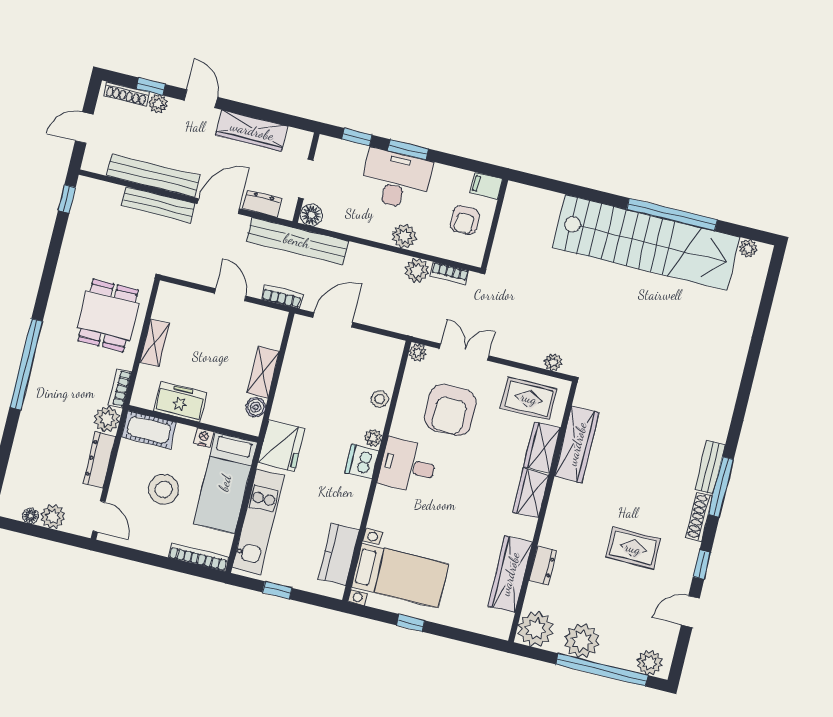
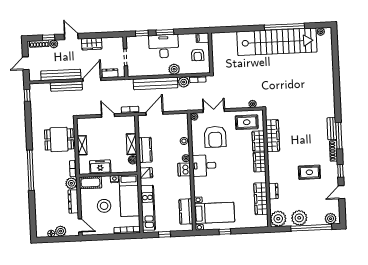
wardrobe: (252, 131) -> (92, 44), width x0.67
floor lamp: (311, 215) -> (132, 72), removed
bench: (297, 241) -> (156, 83), moved
dining table: (108, 315) -> (59, 139), turned 90
kitchen counter: (289, 394) -> (145, 150), added
fridge: (281, 446) -> (146, 173), width x0.53, depth x0.75

